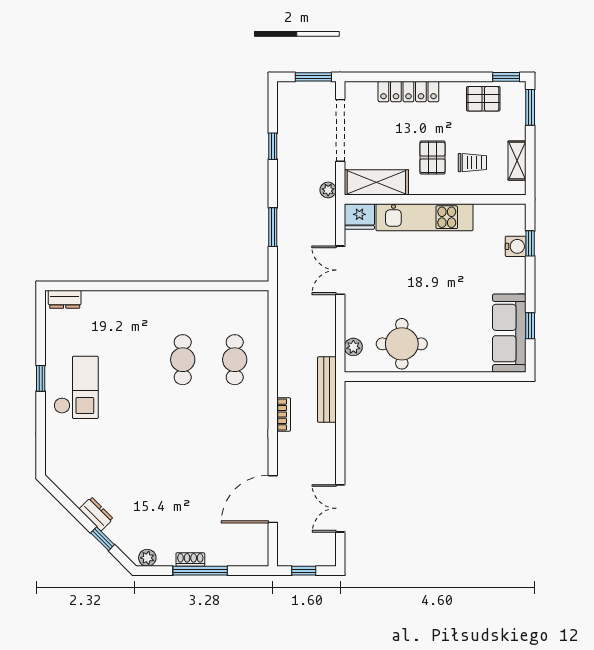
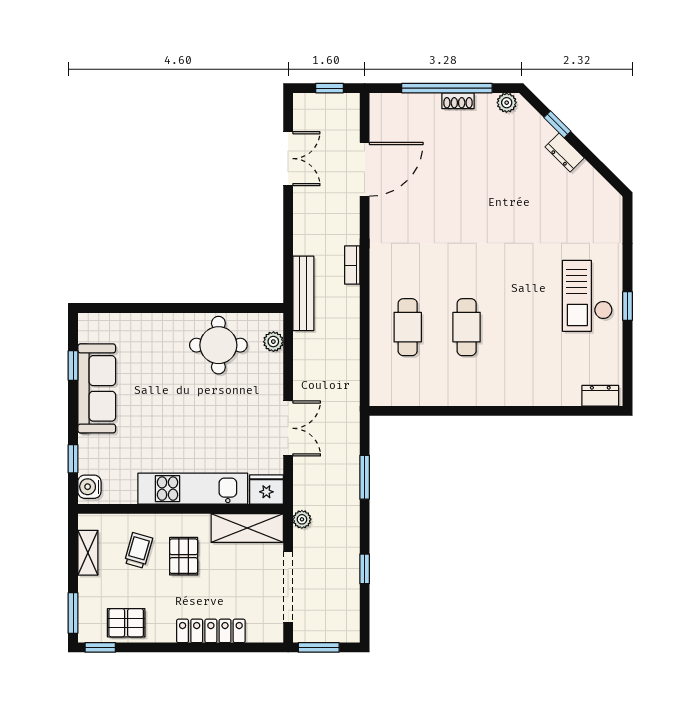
trolley: (472, 163) -> (138, 550), turned 106
water cooler: (516, 246) -> (89, 487), moved
sofa: (509, 333) -> (97, 388), moved
window: (200, 571) -> (447, 88), width x1.46

